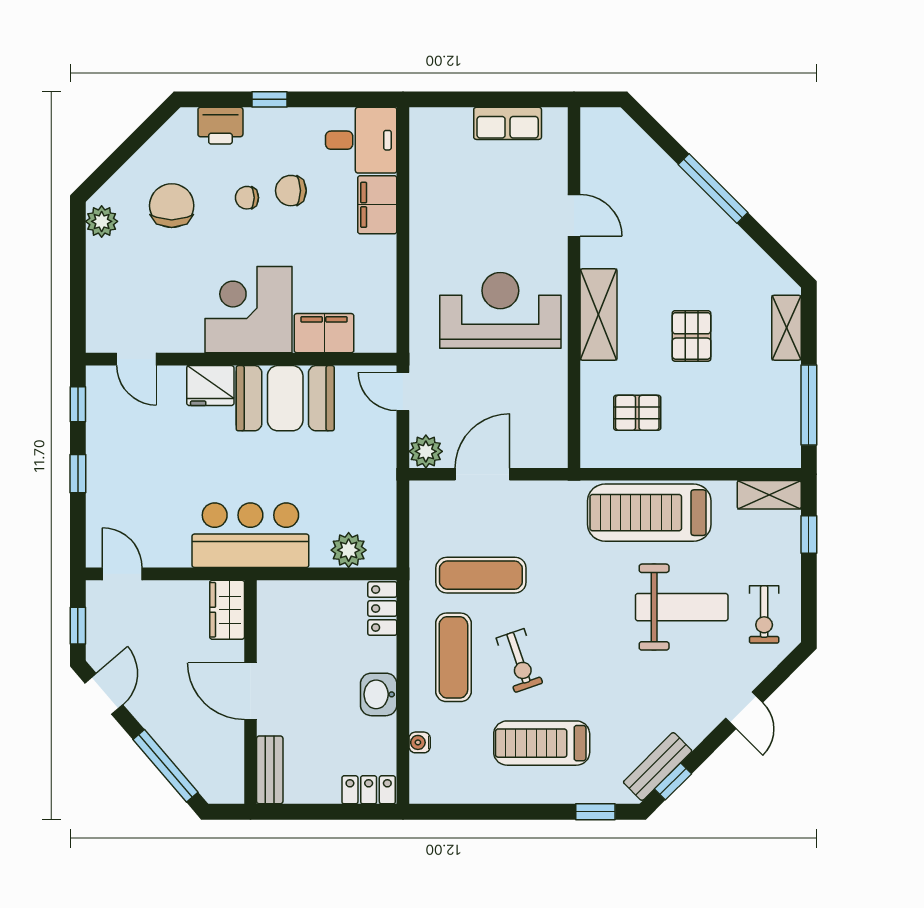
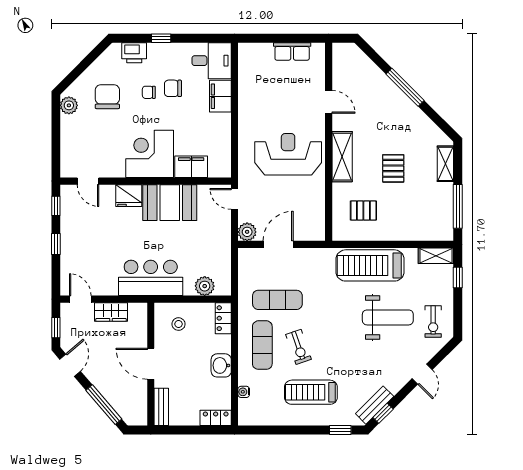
wardrobe: (227, 610) -> (111, 312), moved, turned -90
stool: (301, 619) -> (179, 324), added

